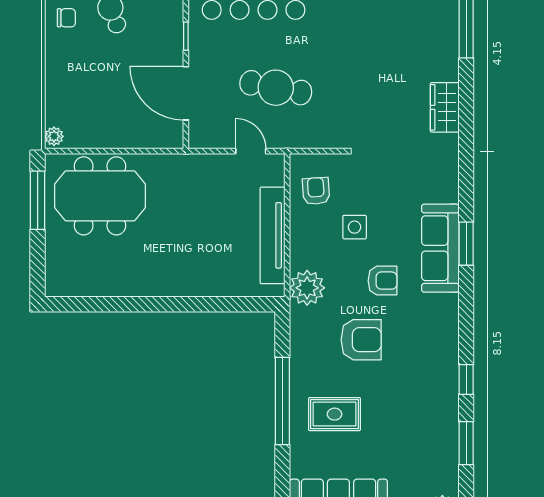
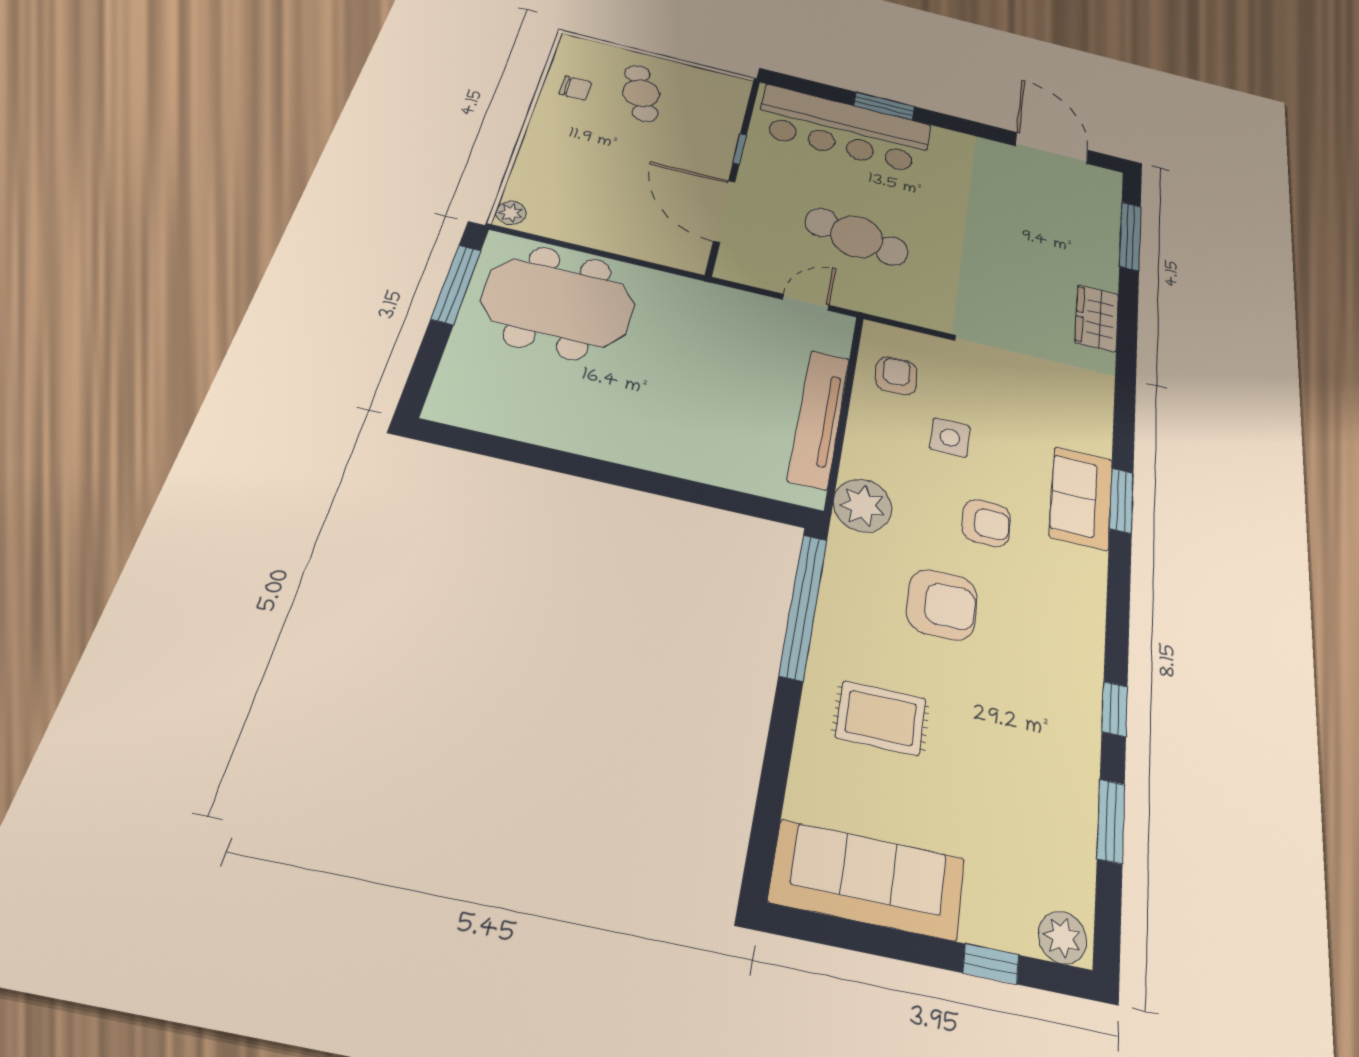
door: (251, 151) -> (806, 302), hinge flipped
sofa: (440, 248) -> (1081, 498), width x0.73
window: (282, 401) -> (803, 606), moved

